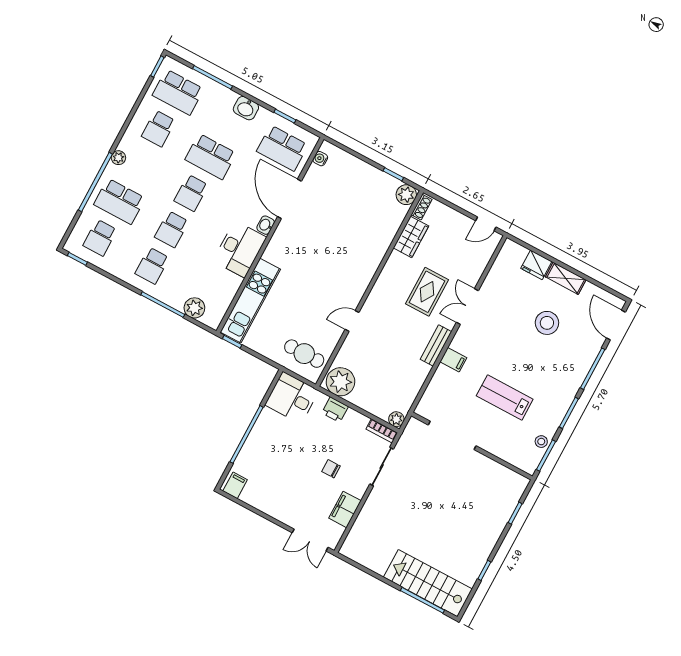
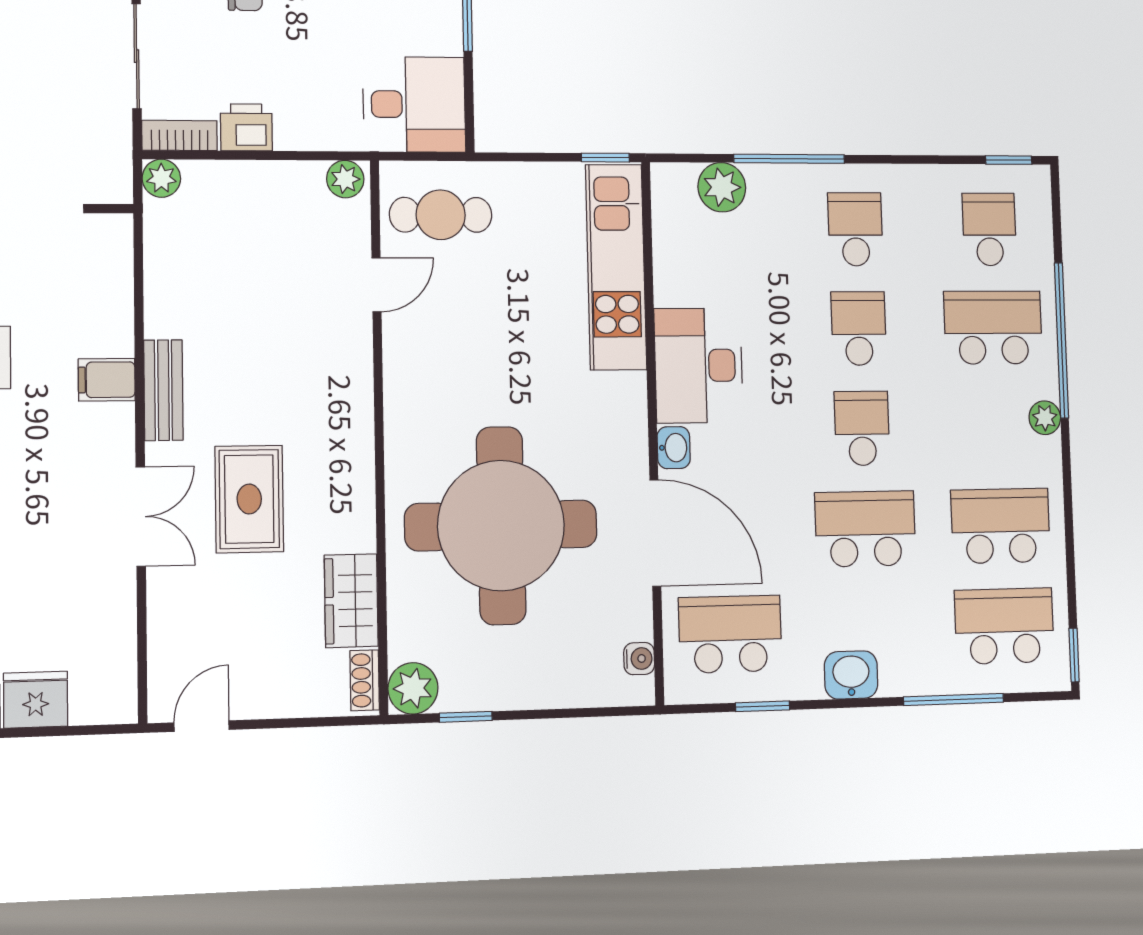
school desk: (159, 129) -> (1001, 526), width x1.85
round table: (344, 233) -> (501, 525), added
door: (352, 321) -> (376, 285), moved
plant: (340, 382) -> (345, 179), width x0.53, depth x0.53
printer: (335, 410) -> (246, 127), moved

